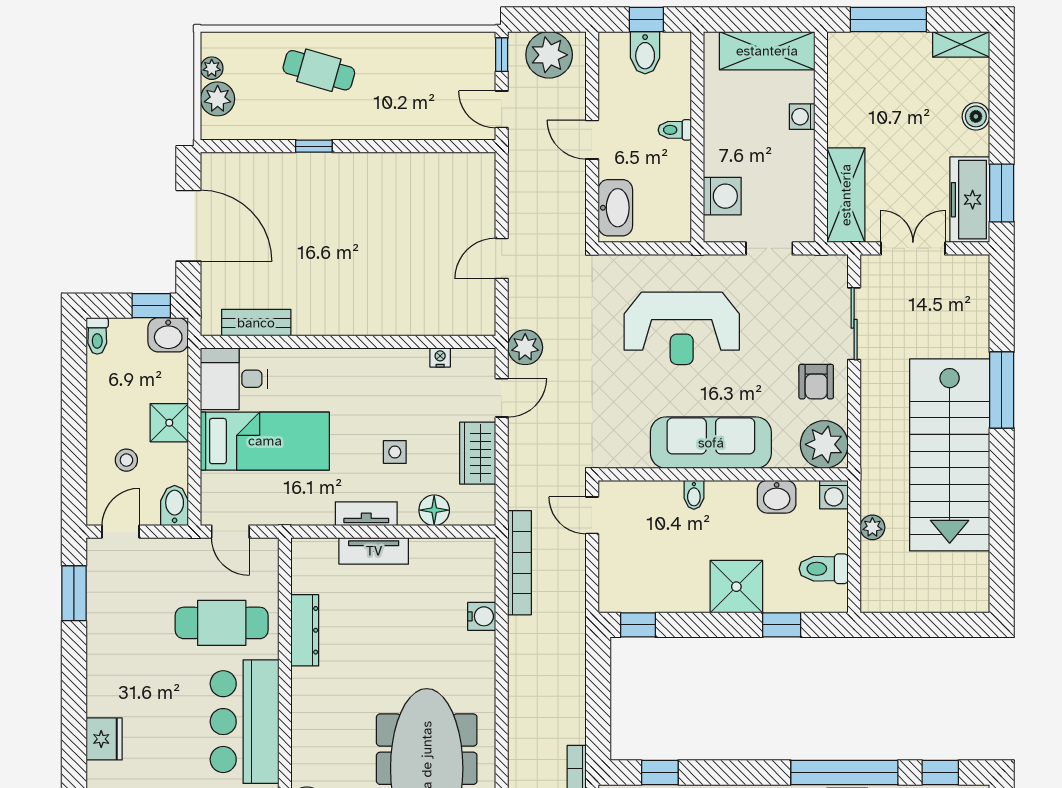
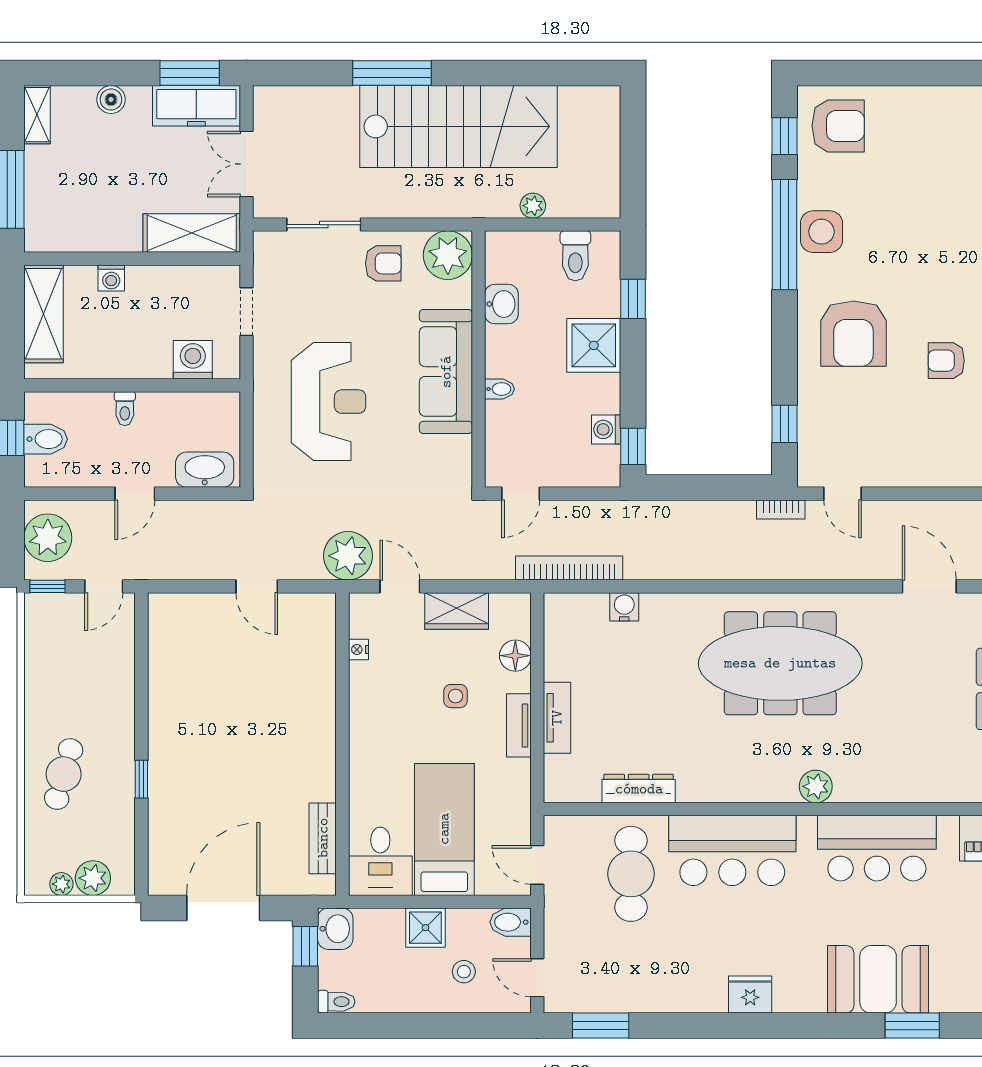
plant: (525, 347) -> (348, 556), width x1.36, depth x1.36
washing machine: (834, 495) -> (606, 429), moved, turned 180
door: (230, 532) -> (537, 865), swing flipped

